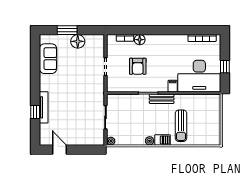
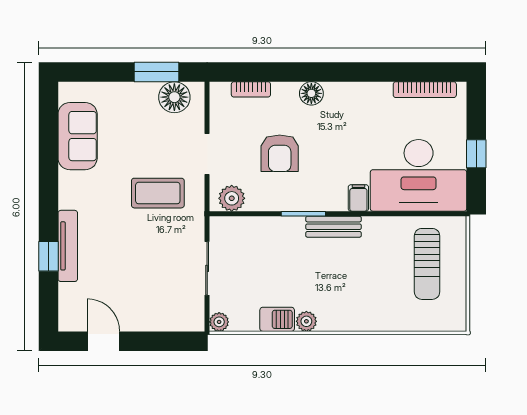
window: (67, 30) -> (156, 72), moved
floor lamp: (140, 40) -> (311, 93), moved
floor lamp: (78, 41) -> (174, 97), moved
coffee table: (84, 84) -> (158, 193), added
plant: (116, 86) -> (232, 198), added
sun lounger: (181, 126) -> (427, 264), moved
barbecue: (163, 140) -> (277, 319), moved

